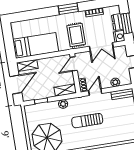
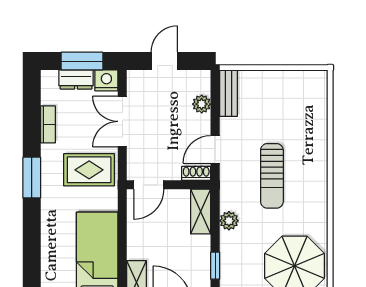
double door: (101, 47) -> (122, 121), swing flipped
door: (74, 64) -> (149, 185), hinge flipped
door: (95, 92) -> (215, 149), hinge flipped

